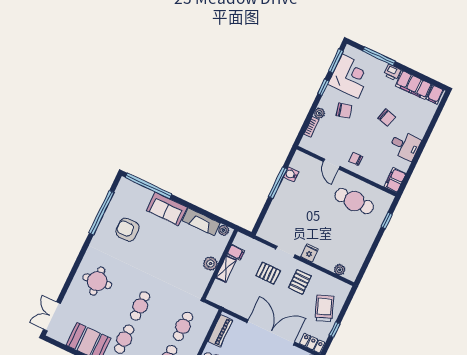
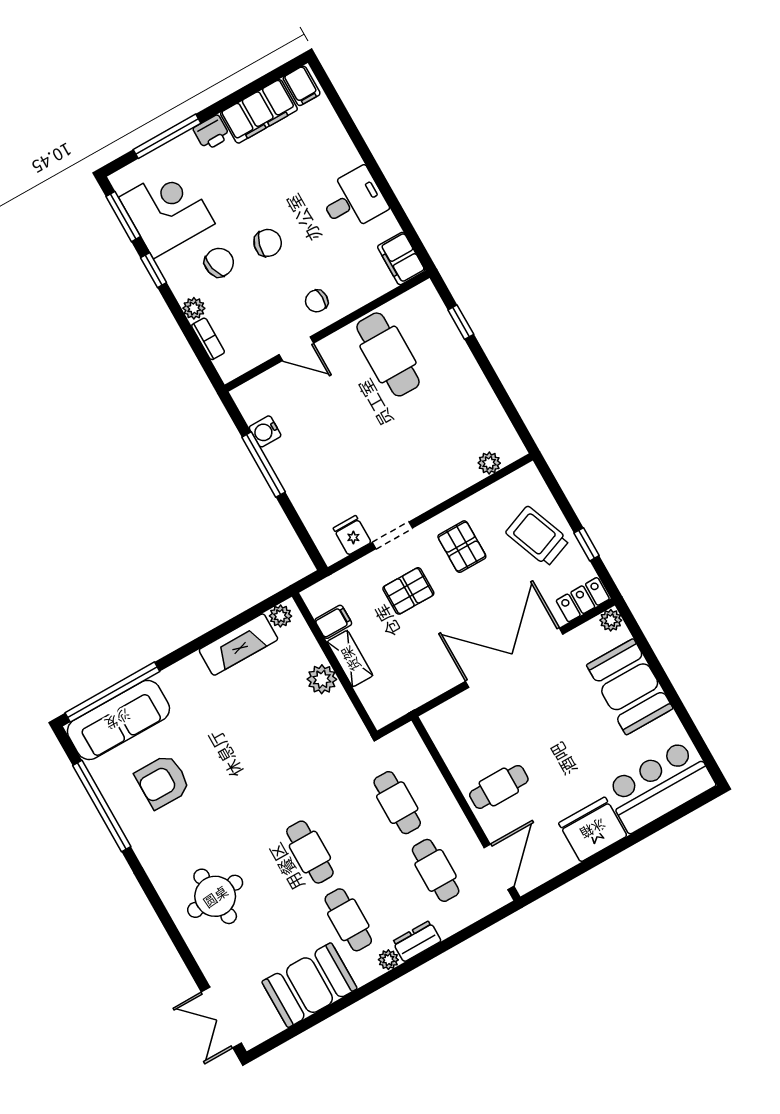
chair: (386, 118) -> (268, 243), moved
cafe table: (354, 201) -> (388, 354), turned 90
sofa: (167, 209) -> (118, 720), moved, width x1.36
fridge: (310, 253) -> (352, 535), moved
piano: (220, 331) -> (450, 744), removed

